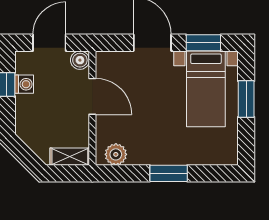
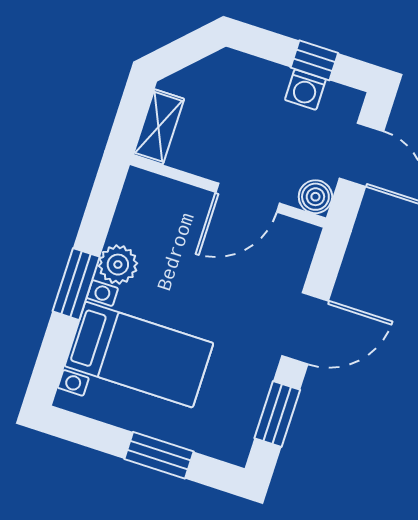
bed with nightstands: (206, 89) -> (139, 355), moved, turned 180
plant: (116, 154) -> (118, 265), moved

